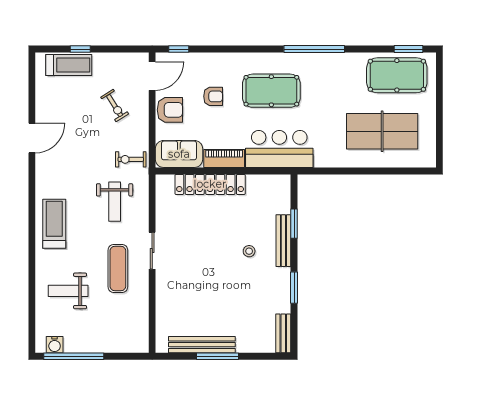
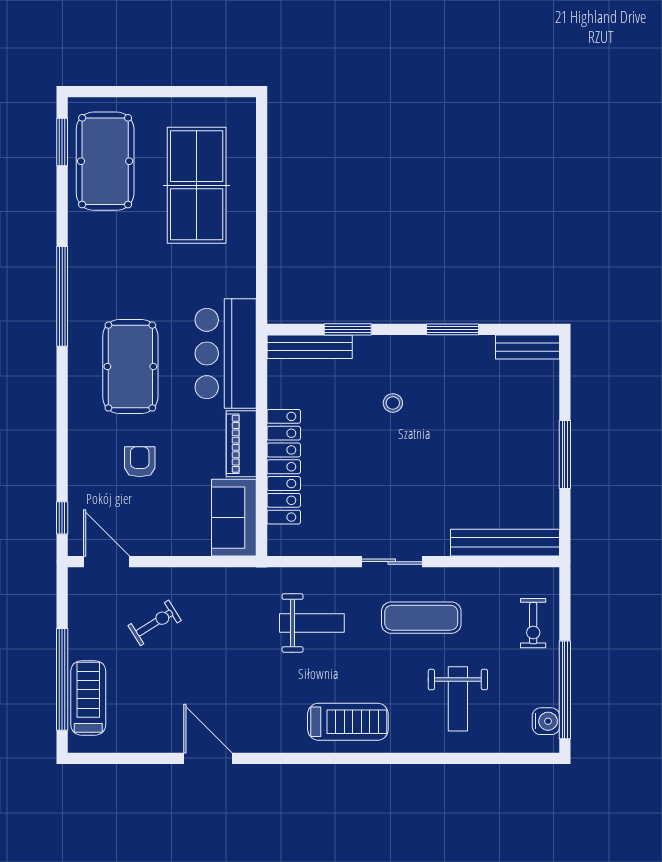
window: (80, 49) -> (62, 679), width x3.17
armchair: (170, 110) -> (162, 533), removed
exercise bike: (131, 159) -> (533, 623), moved
treadmill: (54, 224) -> (348, 722), turned 180
bench: (283, 241) -> (310, 347), moved
bench: (202, 345) -> (505, 543), moved, turned 90

